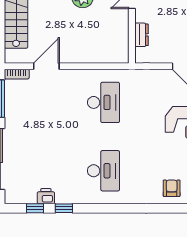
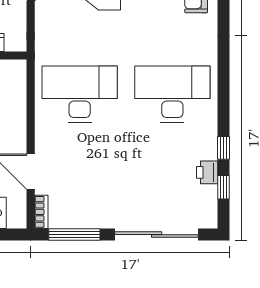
desk: (103, 102) -> (80, 94), width x1.36, depth x1.30
desk: (103, 171) -> (172, 94), width x1.36, depth x1.30

